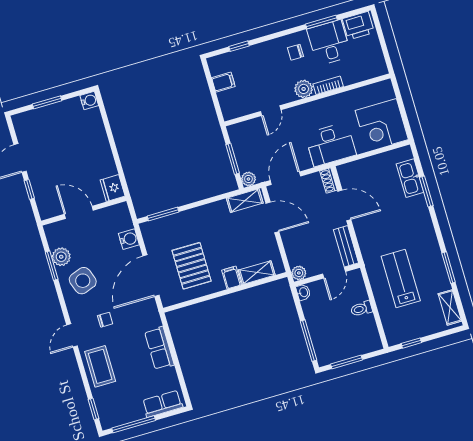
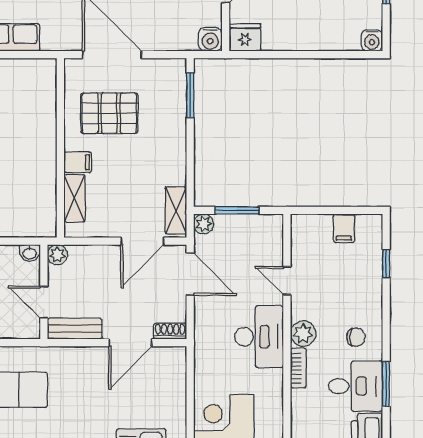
chair: (296, 52) -> (356, 337), turned 90
desk: (331, 144) -> (259, 337), moved, turned 180
water cooler: (129, 239) -> (210, 39), moved

